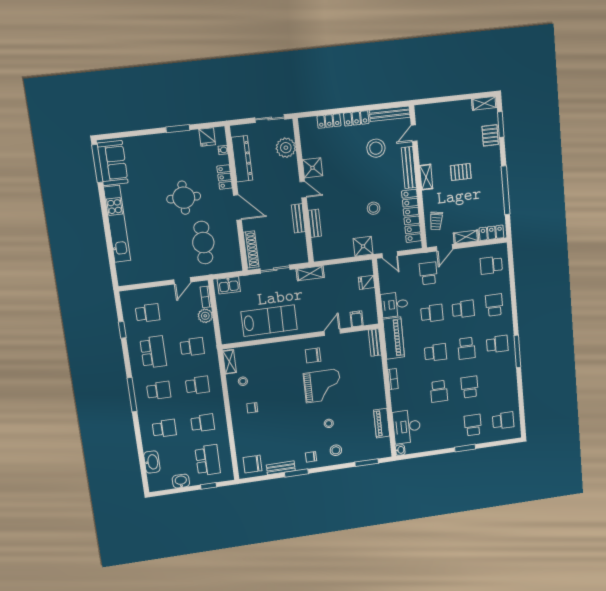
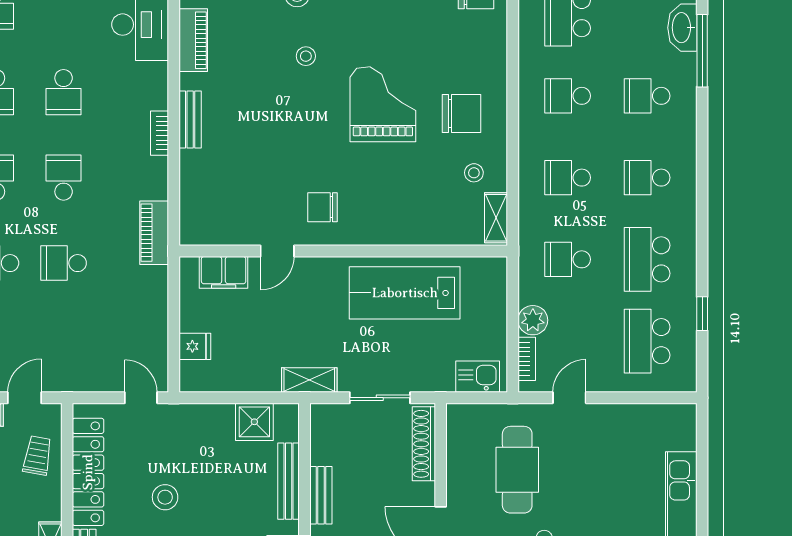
bench: (315, 223) -> (289, 481), width x1.36
shower: (363, 246) -> (254, 422), moved
school desk: (428, 273) -> (64, 349), removed
desk: (394, 305) -> (141, 292), removed
school desk: (148, 313) -> (647, 341), width x1.85
filing cabinet: (357, 319) -> (224, 272), width x2.00
piano: (394, 338) -> (154, 233), width x0.73, depth x0.75
bench: (375, 343) -> (190, 119), moved
school desk: (435, 353) -> (64, 178), turned 90
chair: (313, 355) -> (323, 207), turned 180
grand piano: (323, 386) -> (383, 104), moved, turned 90
school desk: (439, 391) -> (64, 92), turned 180
window: (132, 395) -> (702, 51), moved
chair: (252, 408) -> (462, 113), width x1.87, depth x1.87

